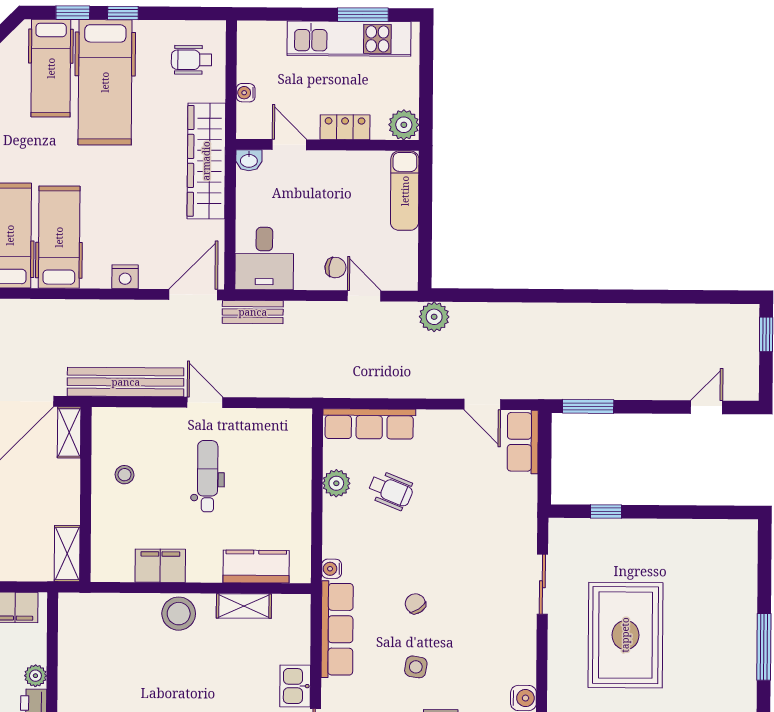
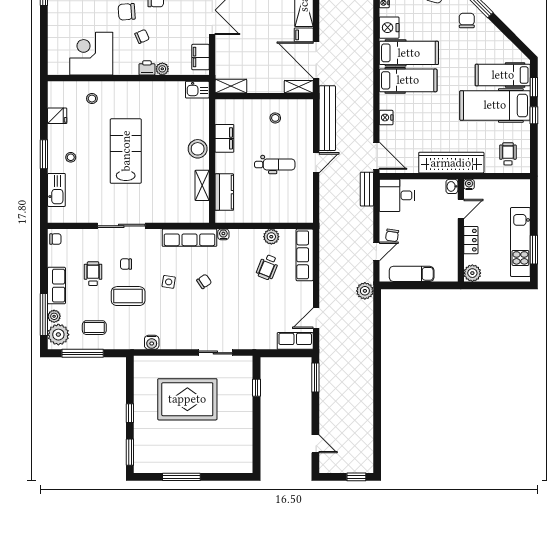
water cooler: (246, 93) -> (469, 184), moved
exam couch: (405, 191) -> (412, 274), moved
kitchen sink: (295, 686) -> (197, 90), moved, turned 180

